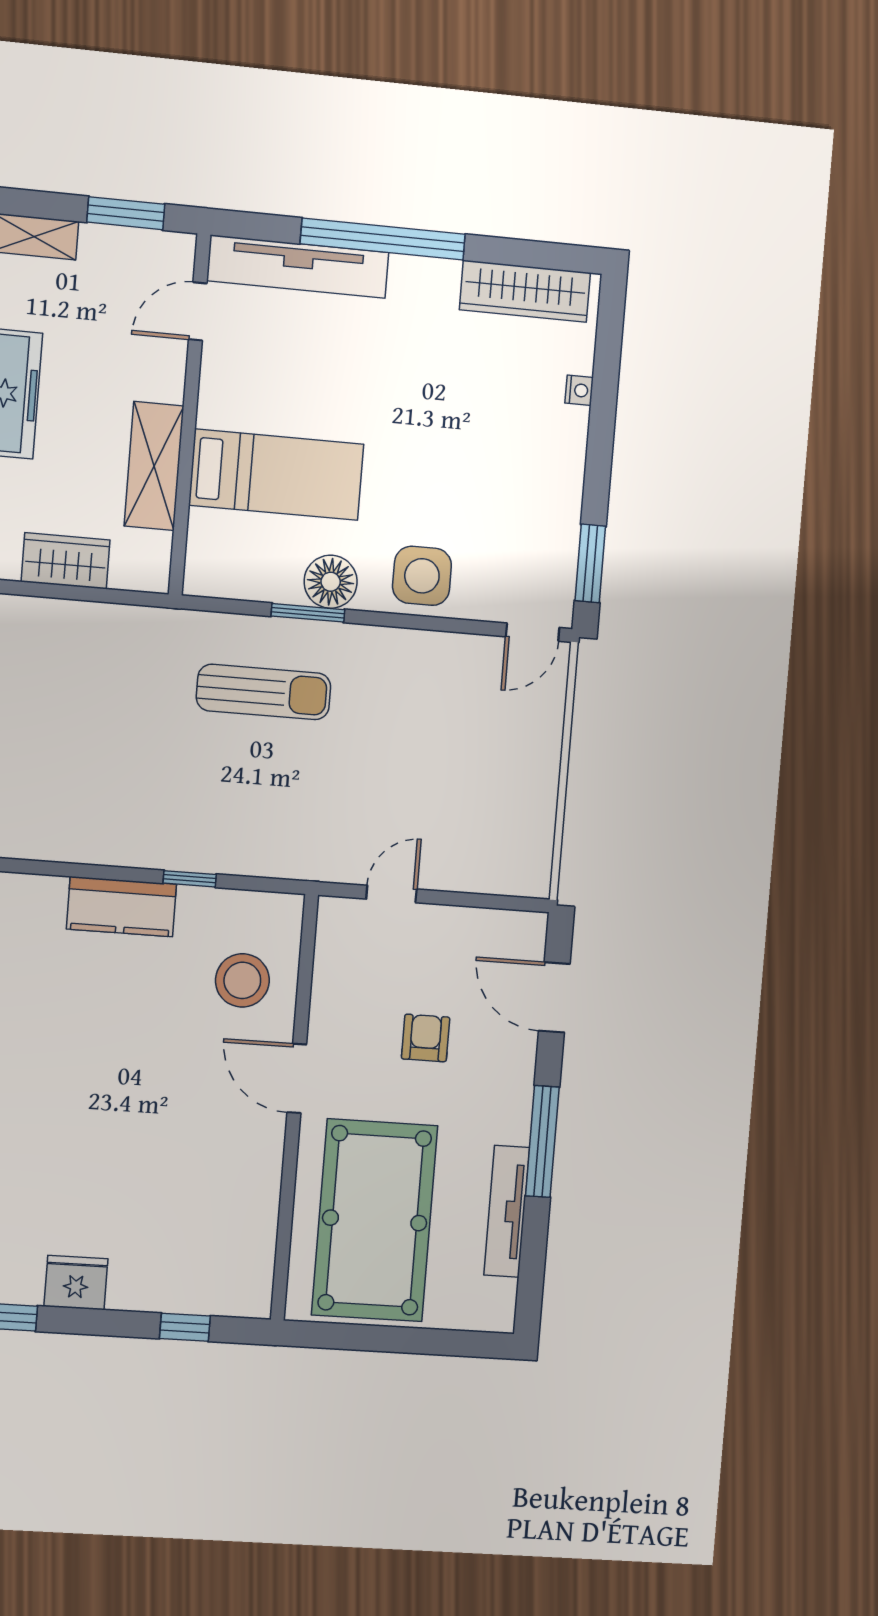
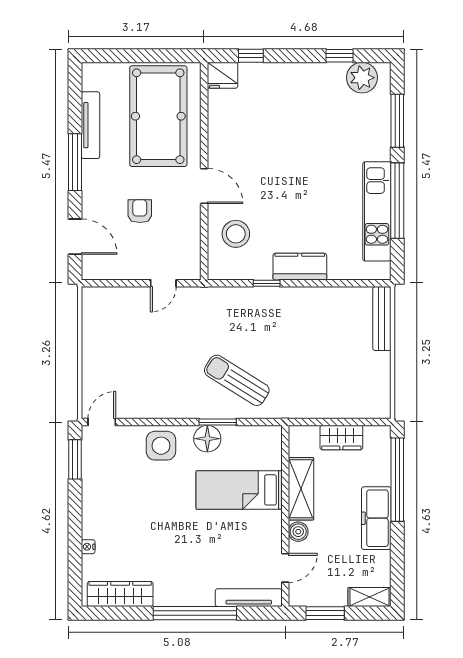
tv unit: (298, 267) -> (249, 598), width x0.73, depth x0.78
boiler: (166, 381) -> (298, 532), added
sun lounger: (264, 692) -> (237, 380), turned 32
armchair: (426, 1038) -> (140, 211), turned 180
fridge: (76, 1283) -> (222, 75), moved

